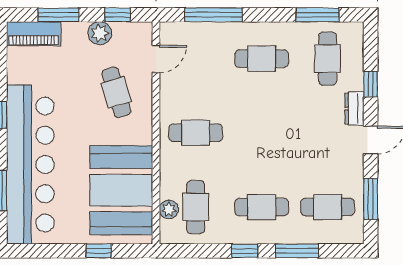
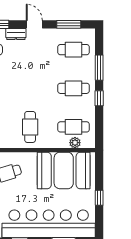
cafe table: (262, 207) -> (74, 88), turned 90
cafe table: (328, 207) -> (74, 50), turned 90
window: (99, 251) -> (99, 198), moved

